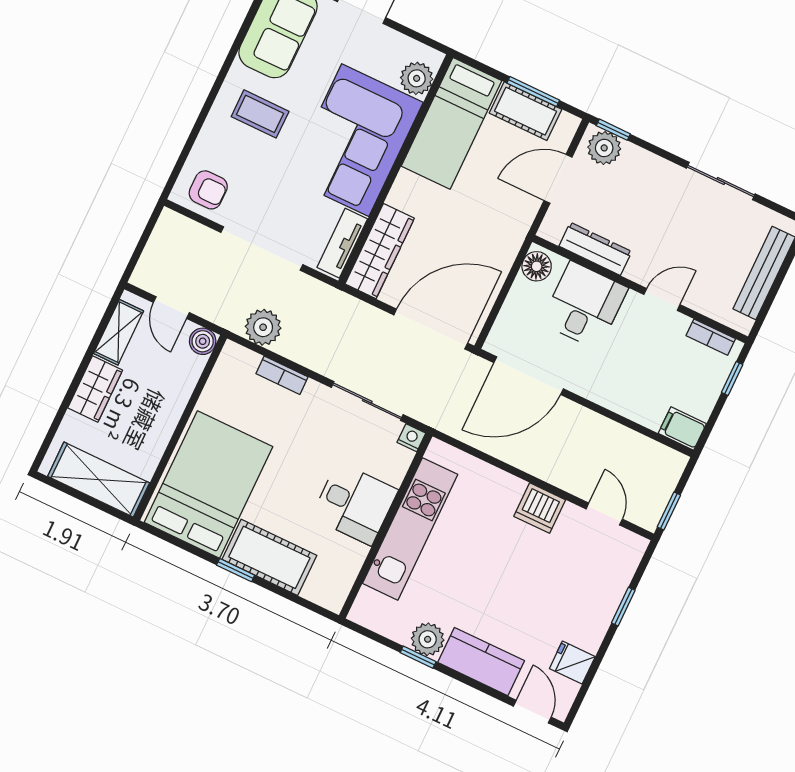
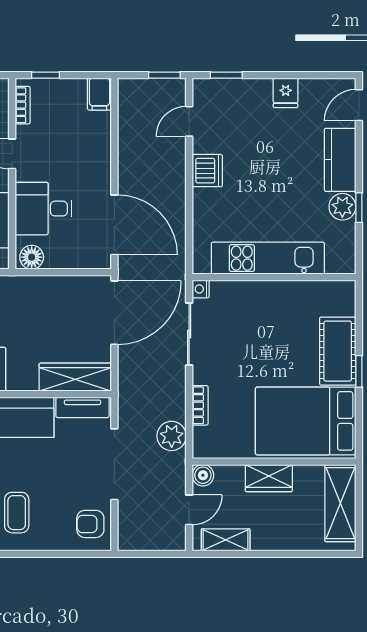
armchair: (208, 190) -> (90, 524), turned -90
door: (431, 329) -> (114, 313), swing flipped
wardrobe: (95, 389) -> (269, 478), moved, turned 180
desk: (355, 504) -> (269, 308), removed
window: (623, 607) -> (226, 75), moved
fridge: (572, 663) -> (286, 93), moved

